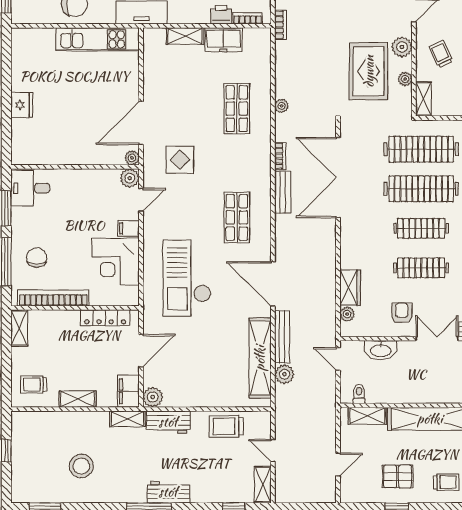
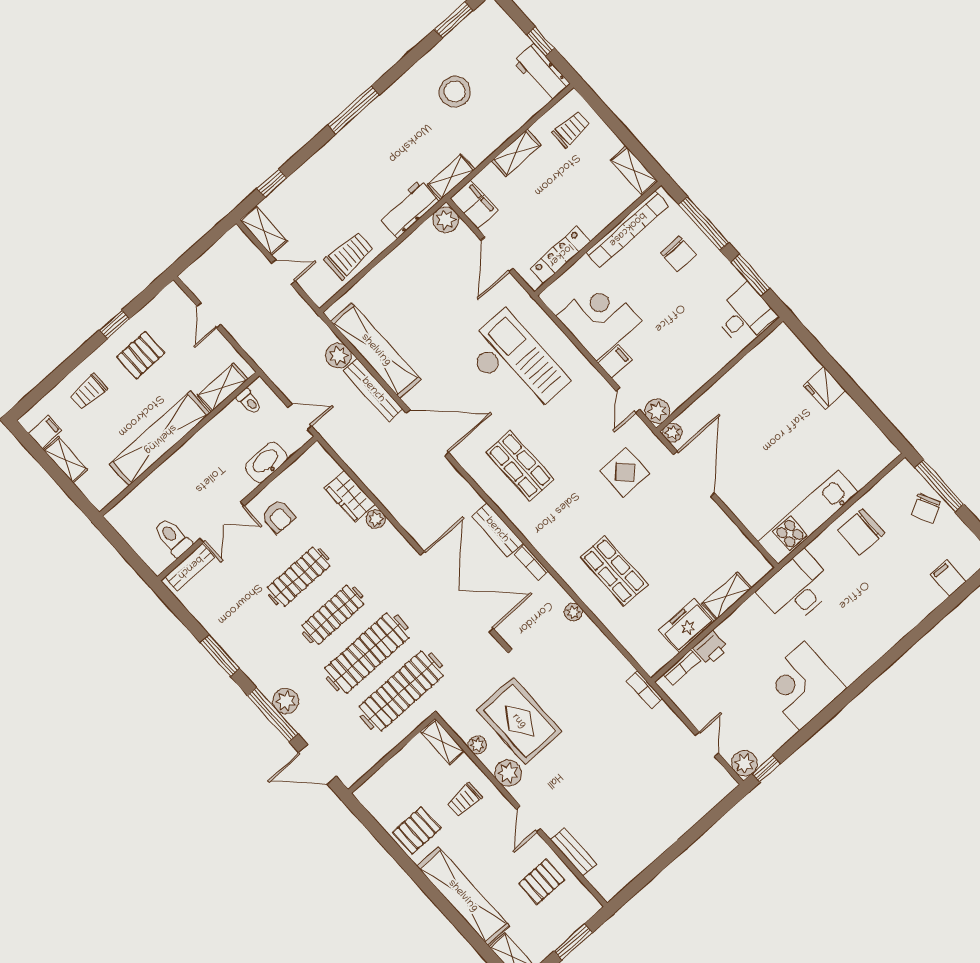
trolley: (441, 54) -> (464, 800), turned 115
plant: (347, 314) -> (376, 519), moved
workbench: (168, 492) -> (542, 73), moved, turned 90

